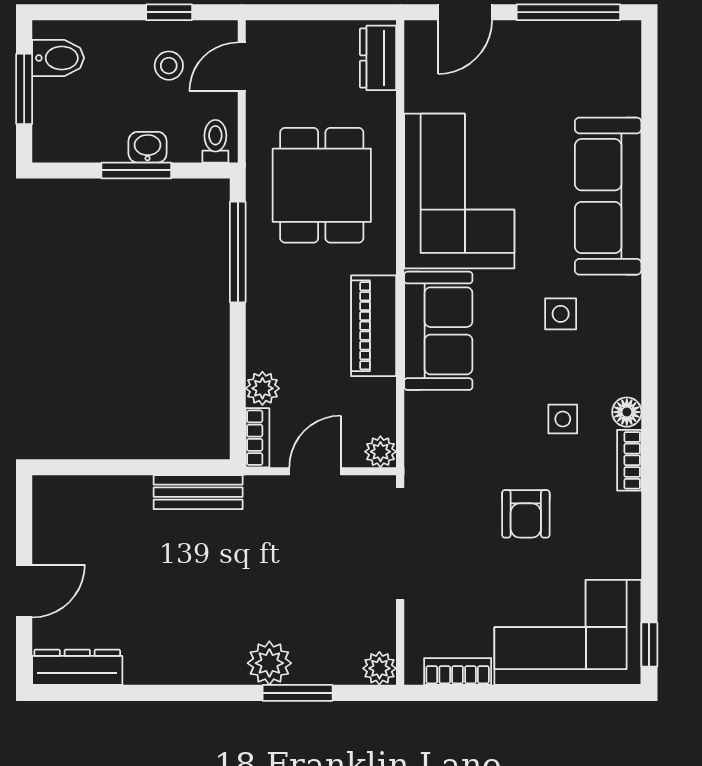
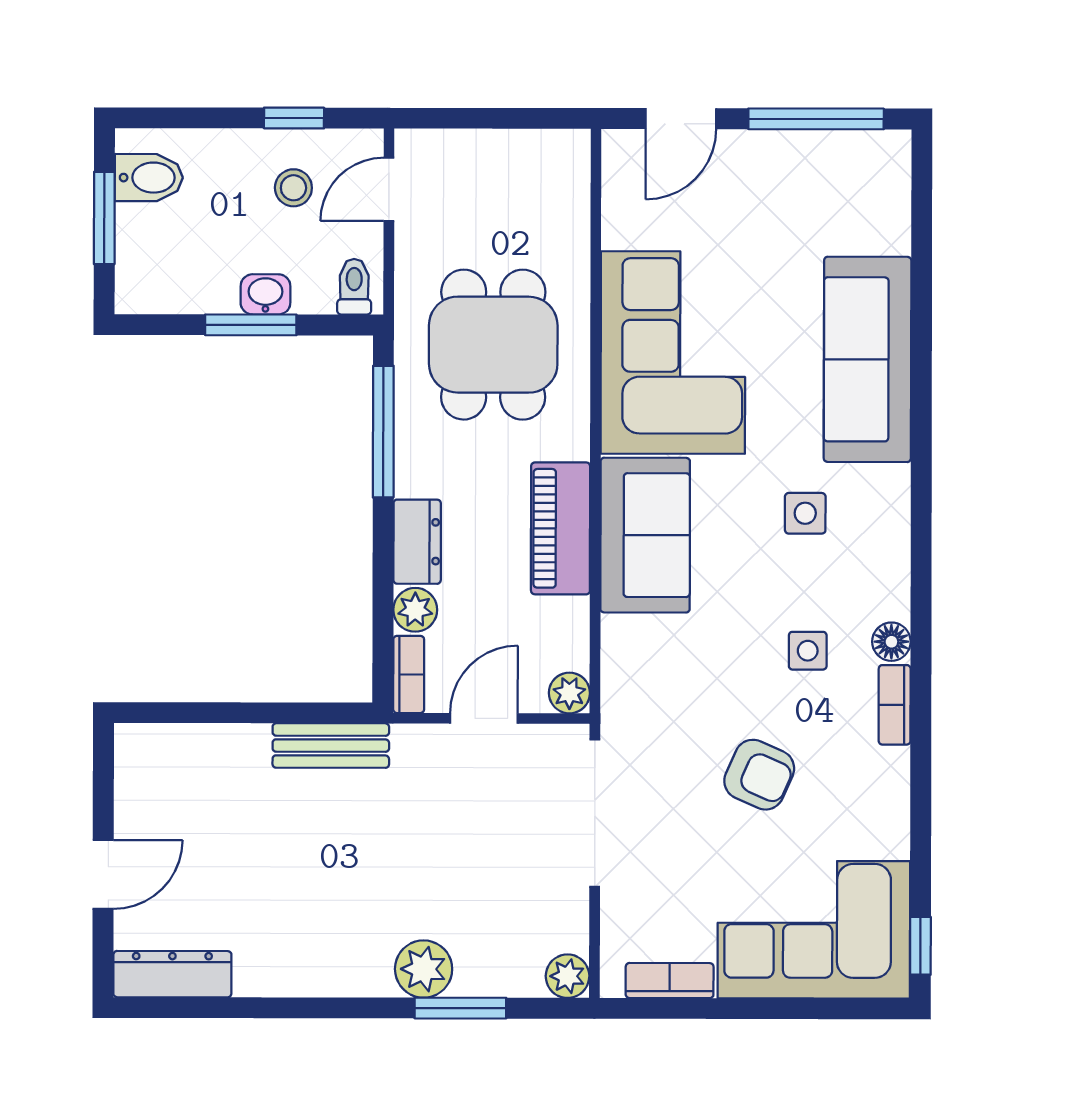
dresser: (378, 58) -> (417, 542), moved, turned 180
armchair: (526, 514) -> (759, 775), turned -66

